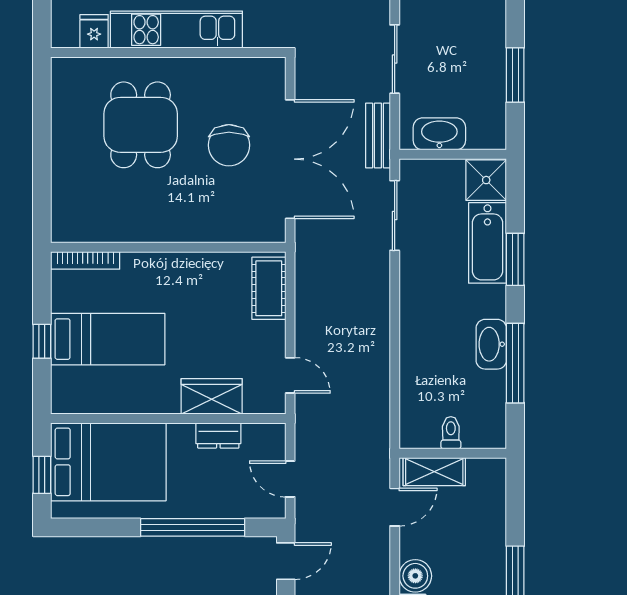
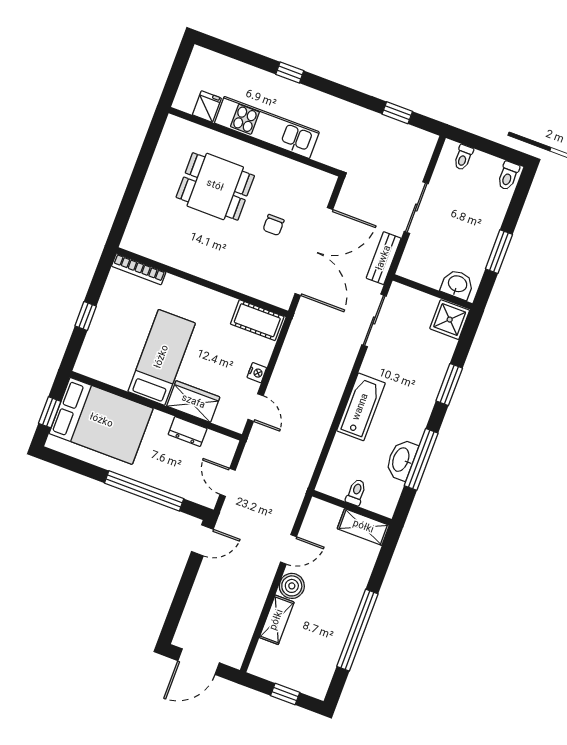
dining table: (141, 125) -> (215, 186), turned 90
washbasin: (439, 134) -> (457, 284), moved, width x0.72
chair: (229, 145) -> (274, 225), width x0.54, depth x0.54
bathtub: (487, 243) -> (361, 407), moved, turned 180
cot: (269, 288) -> (257, 320), moved, turned 90
nightstand: (276, 332) -> (257, 373), added
bed: (108, 339) -> (162, 357), moved, turned -90
washbasin: (491, 344) -> (401, 460), moved
shelving: (434, 472) -> (363, 527), moved
door: (395, 507) -> (288, 549), moved

